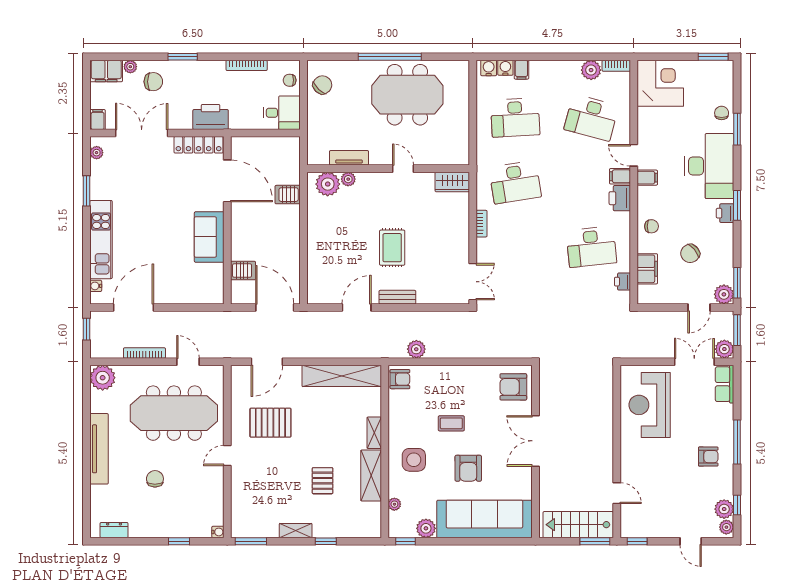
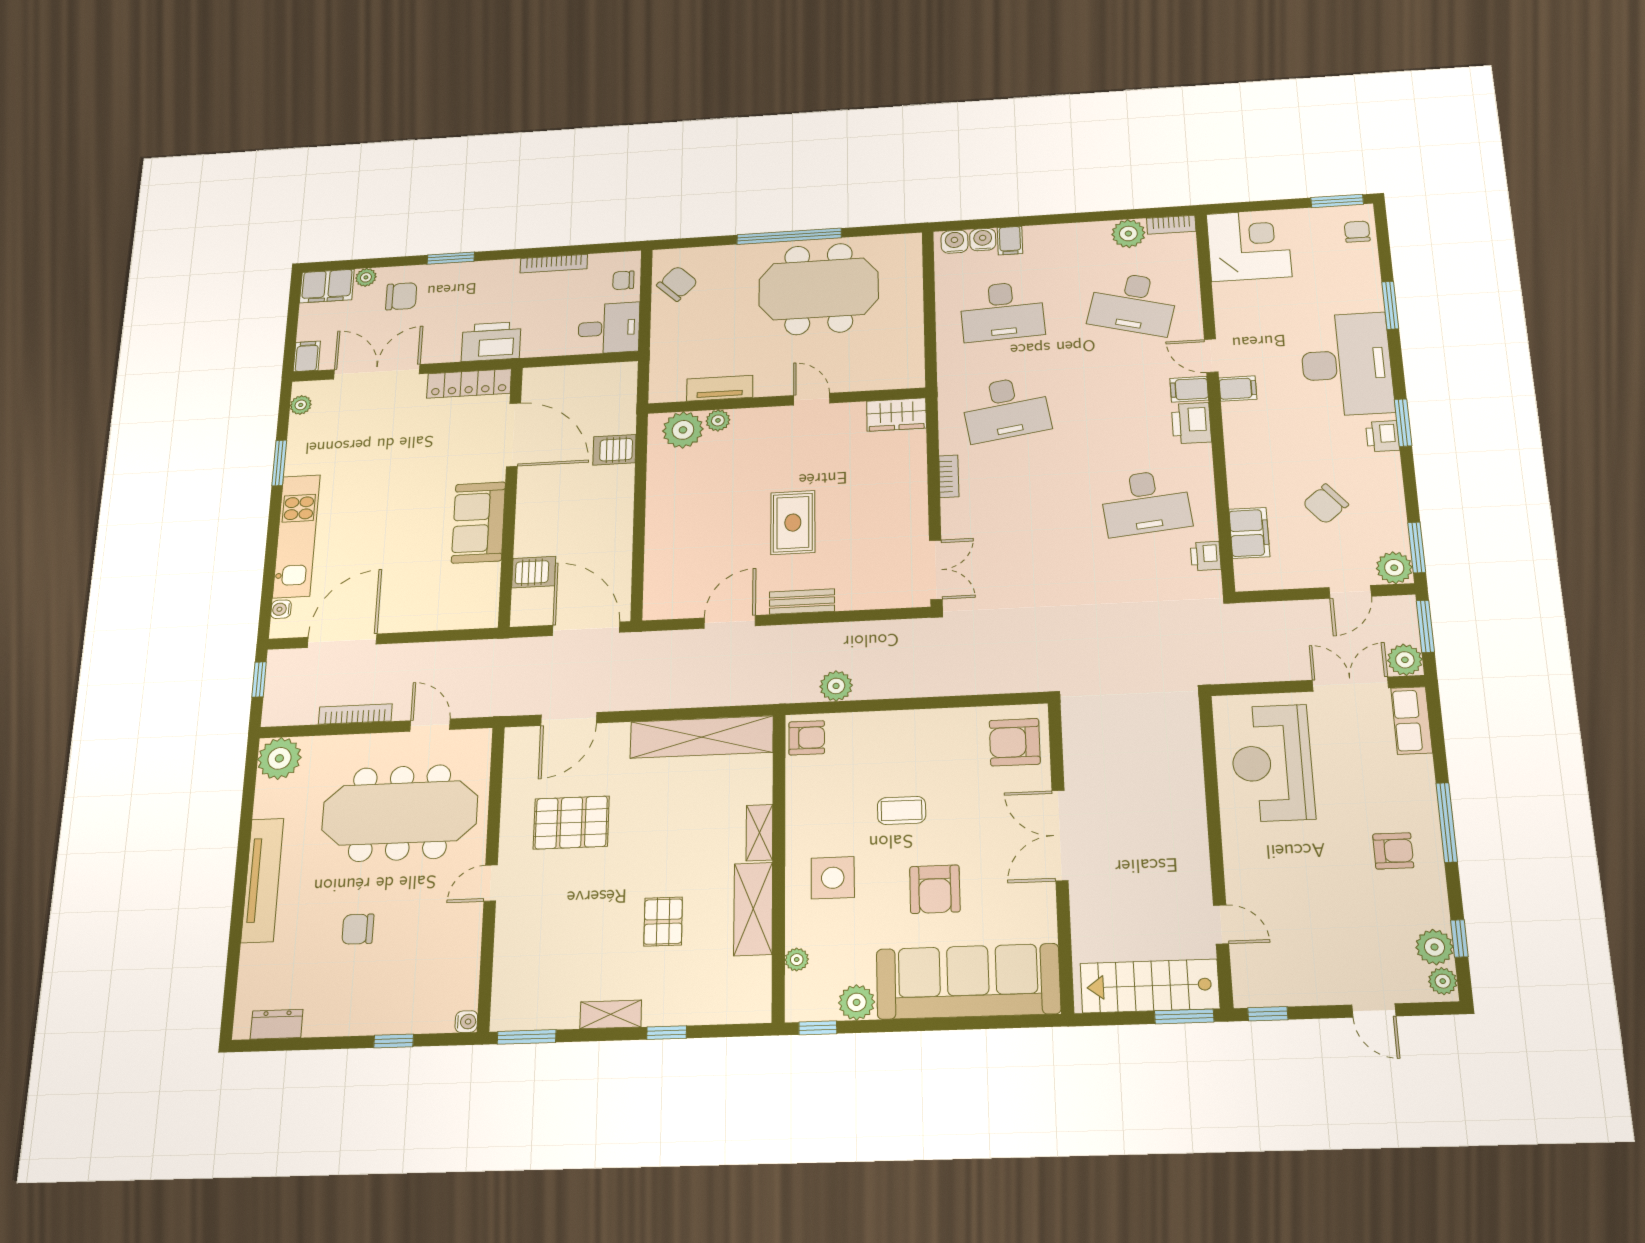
chair: (722, 113) -> (1357, 232), moved
chair: (652, 226) -> (1252, 464), removed
chair: (155, 479) -> (358, 929), turned -90

